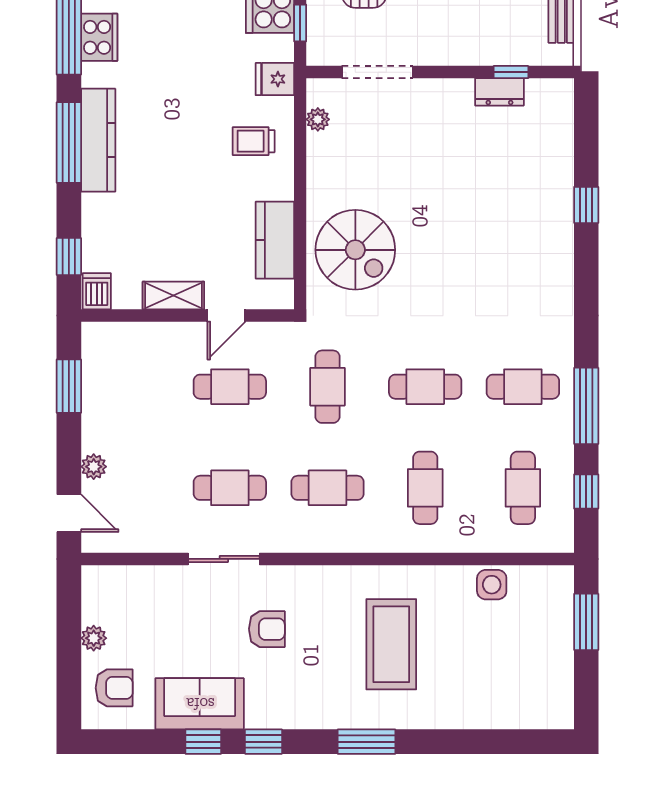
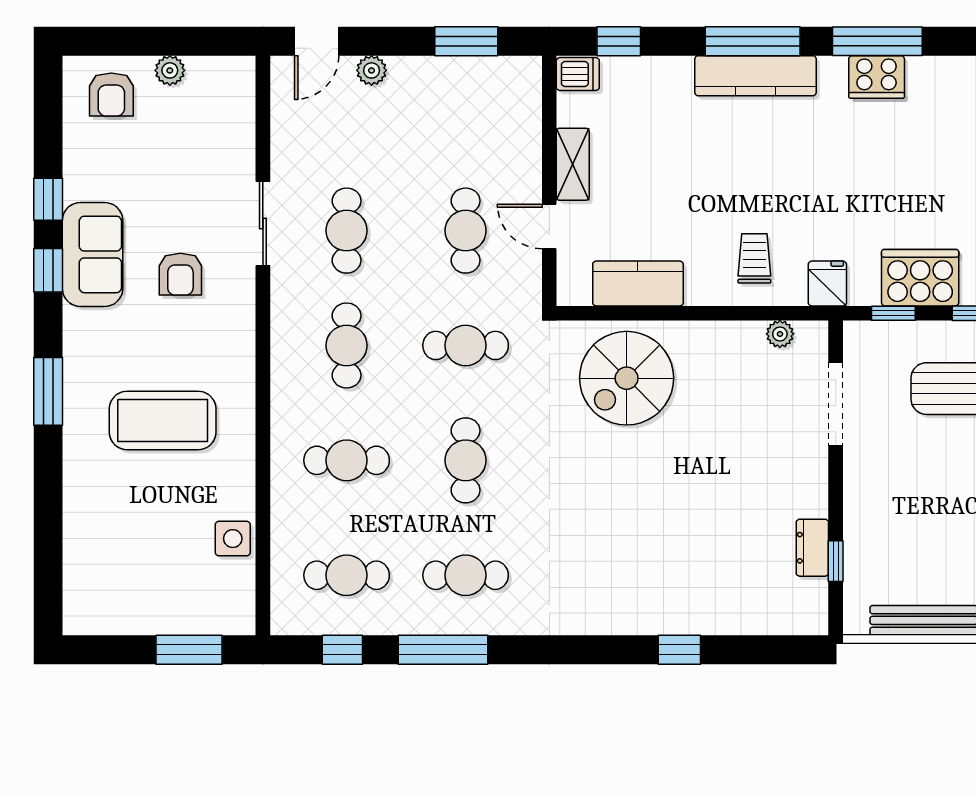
cafe table: (523, 387) -> (466, 575), turned 90
sofa: (200, 704) -> (93, 254), moved

